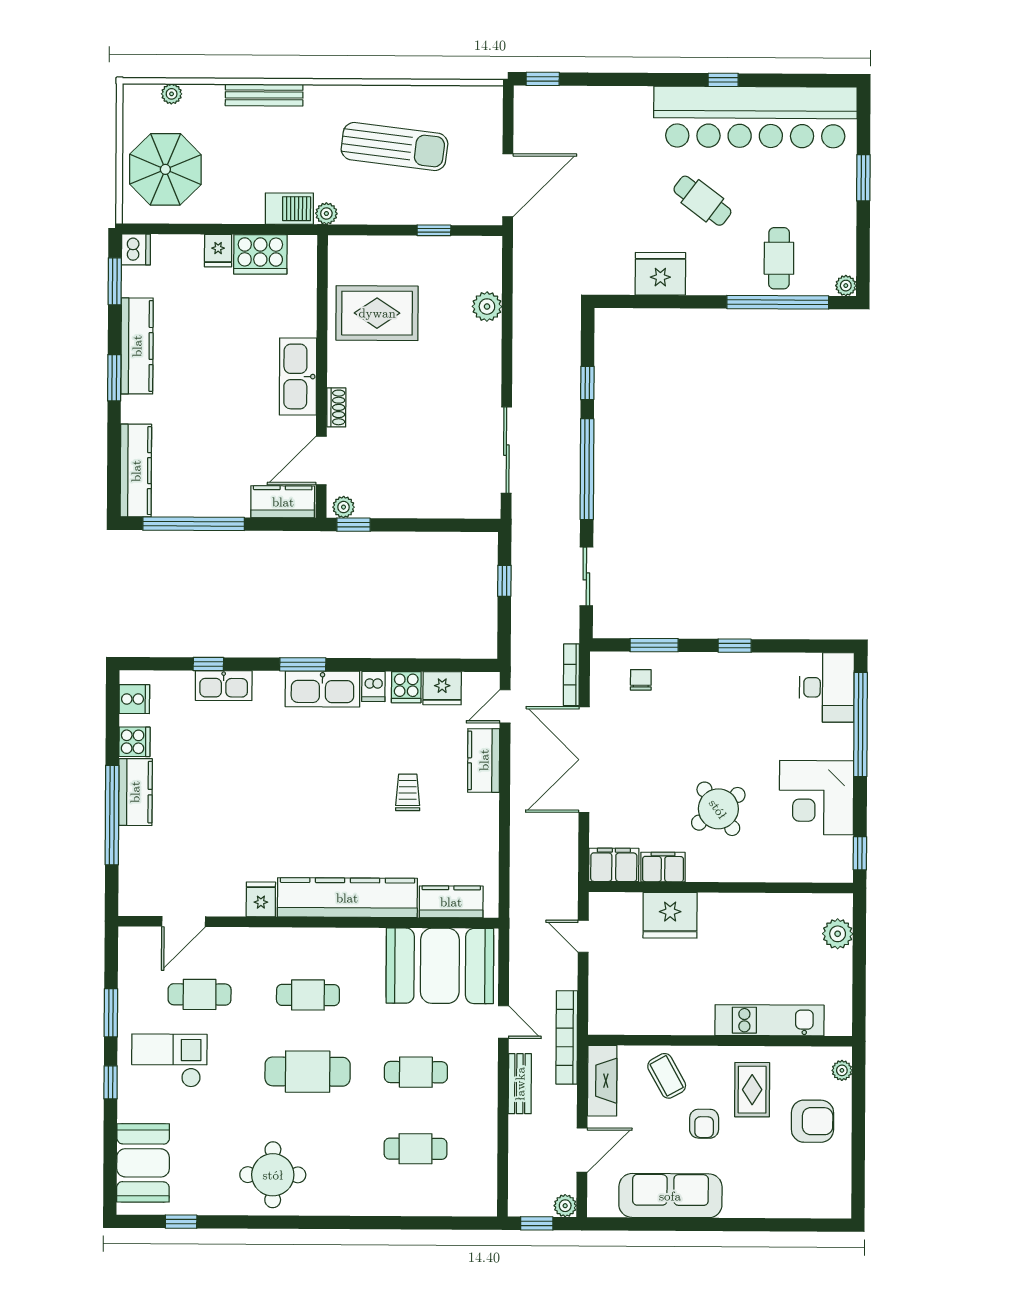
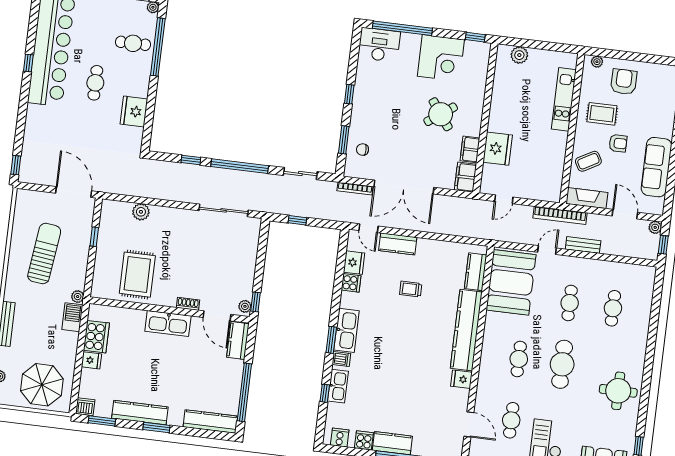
cafe table: (702, 201) -> (95, 83), turned -37
dishwasher: (373, 686) -> (341, 359), moved

